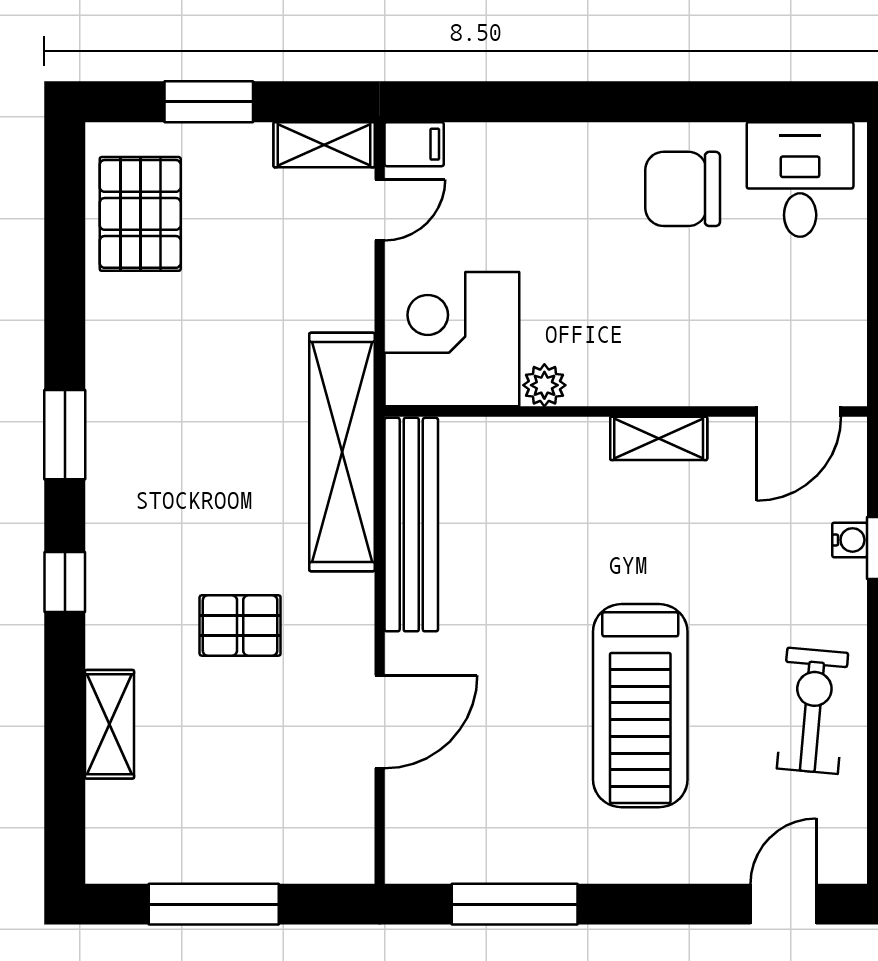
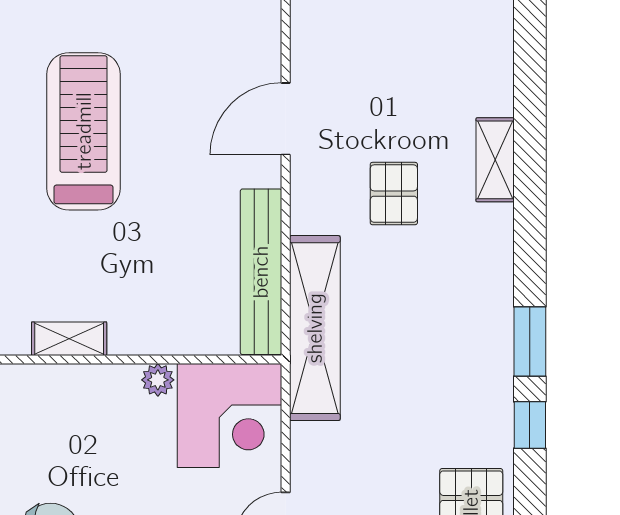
window: (65, 582) -> (530, 425), moved
pallet: (240, 625) -> (394, 194), turned 90
shelving: (110, 724) -> (495, 160), moved

